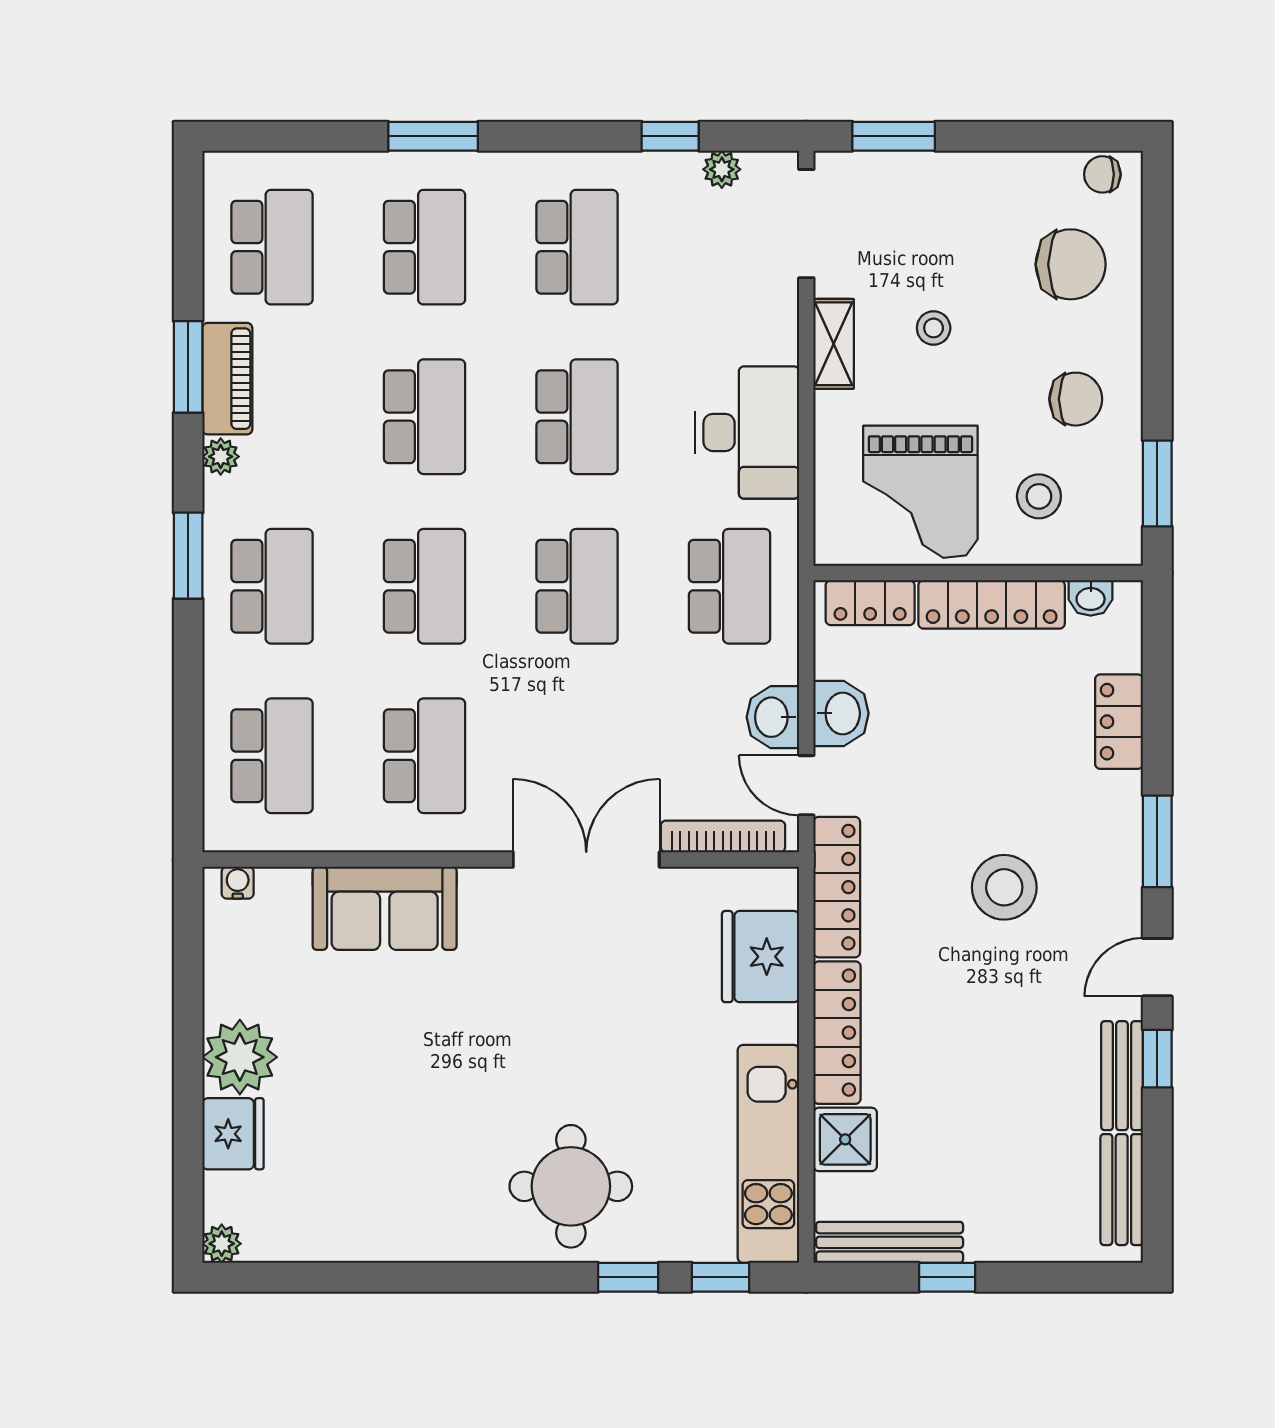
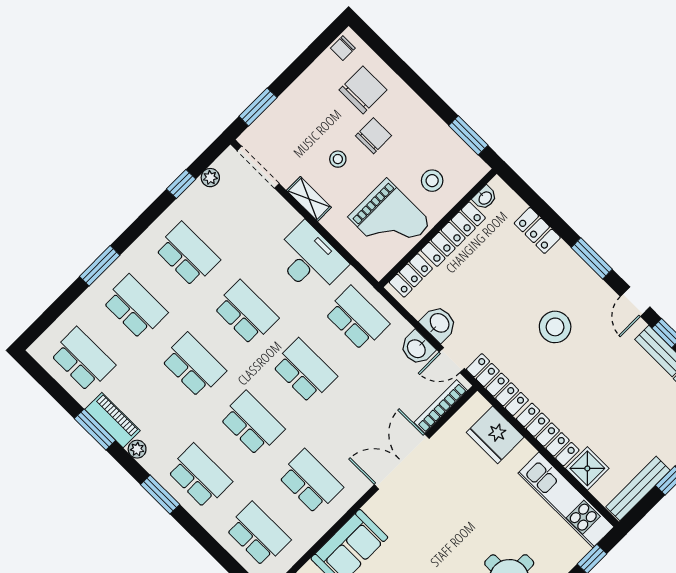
chair: (1076, 399) -> (374, 136), moved

